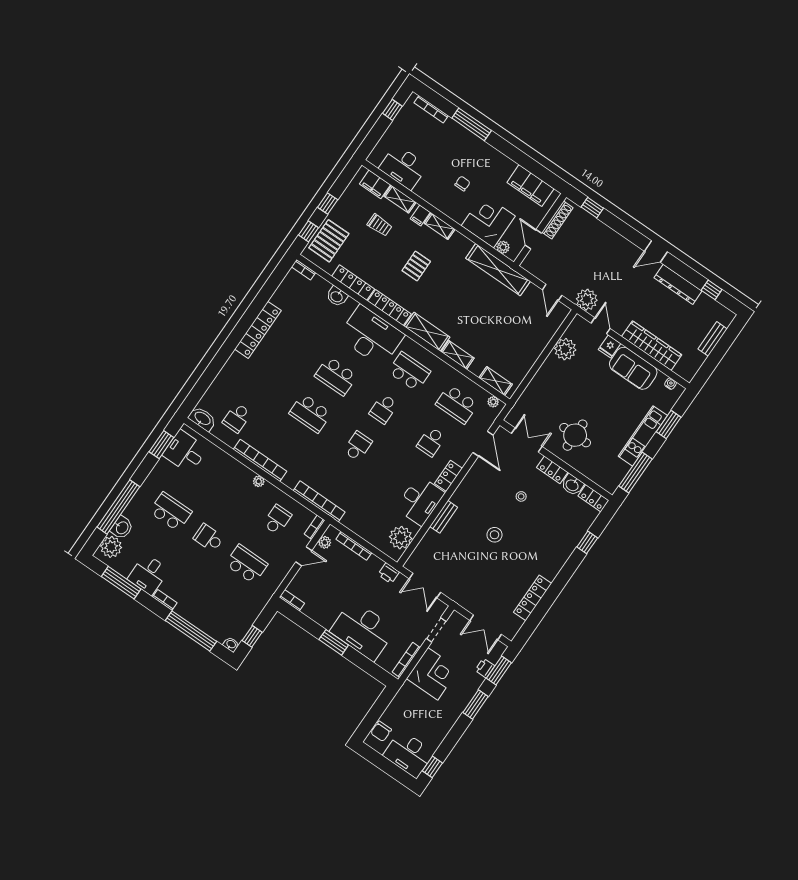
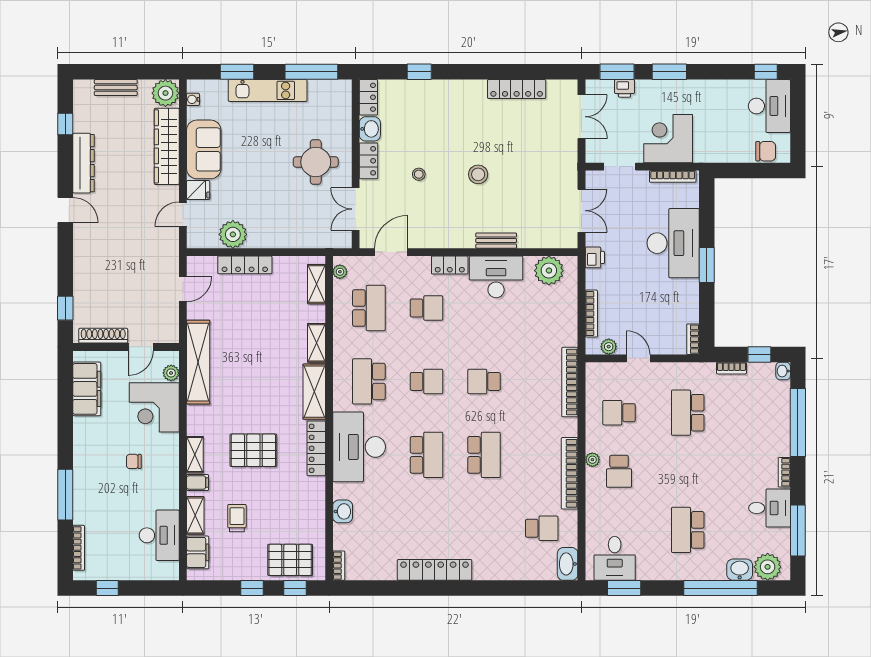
pallet: (416, 266) -> (253, 450), width x1.50, depth x1.42
locker: (353, 283) -> (245, 265), moved, turned -90
plant: (587, 300) -> (165, 93), moved
bookcase: (315, 527) -> (731, 368), moved
school desk: (209, 538) -> (619, 471), moved

